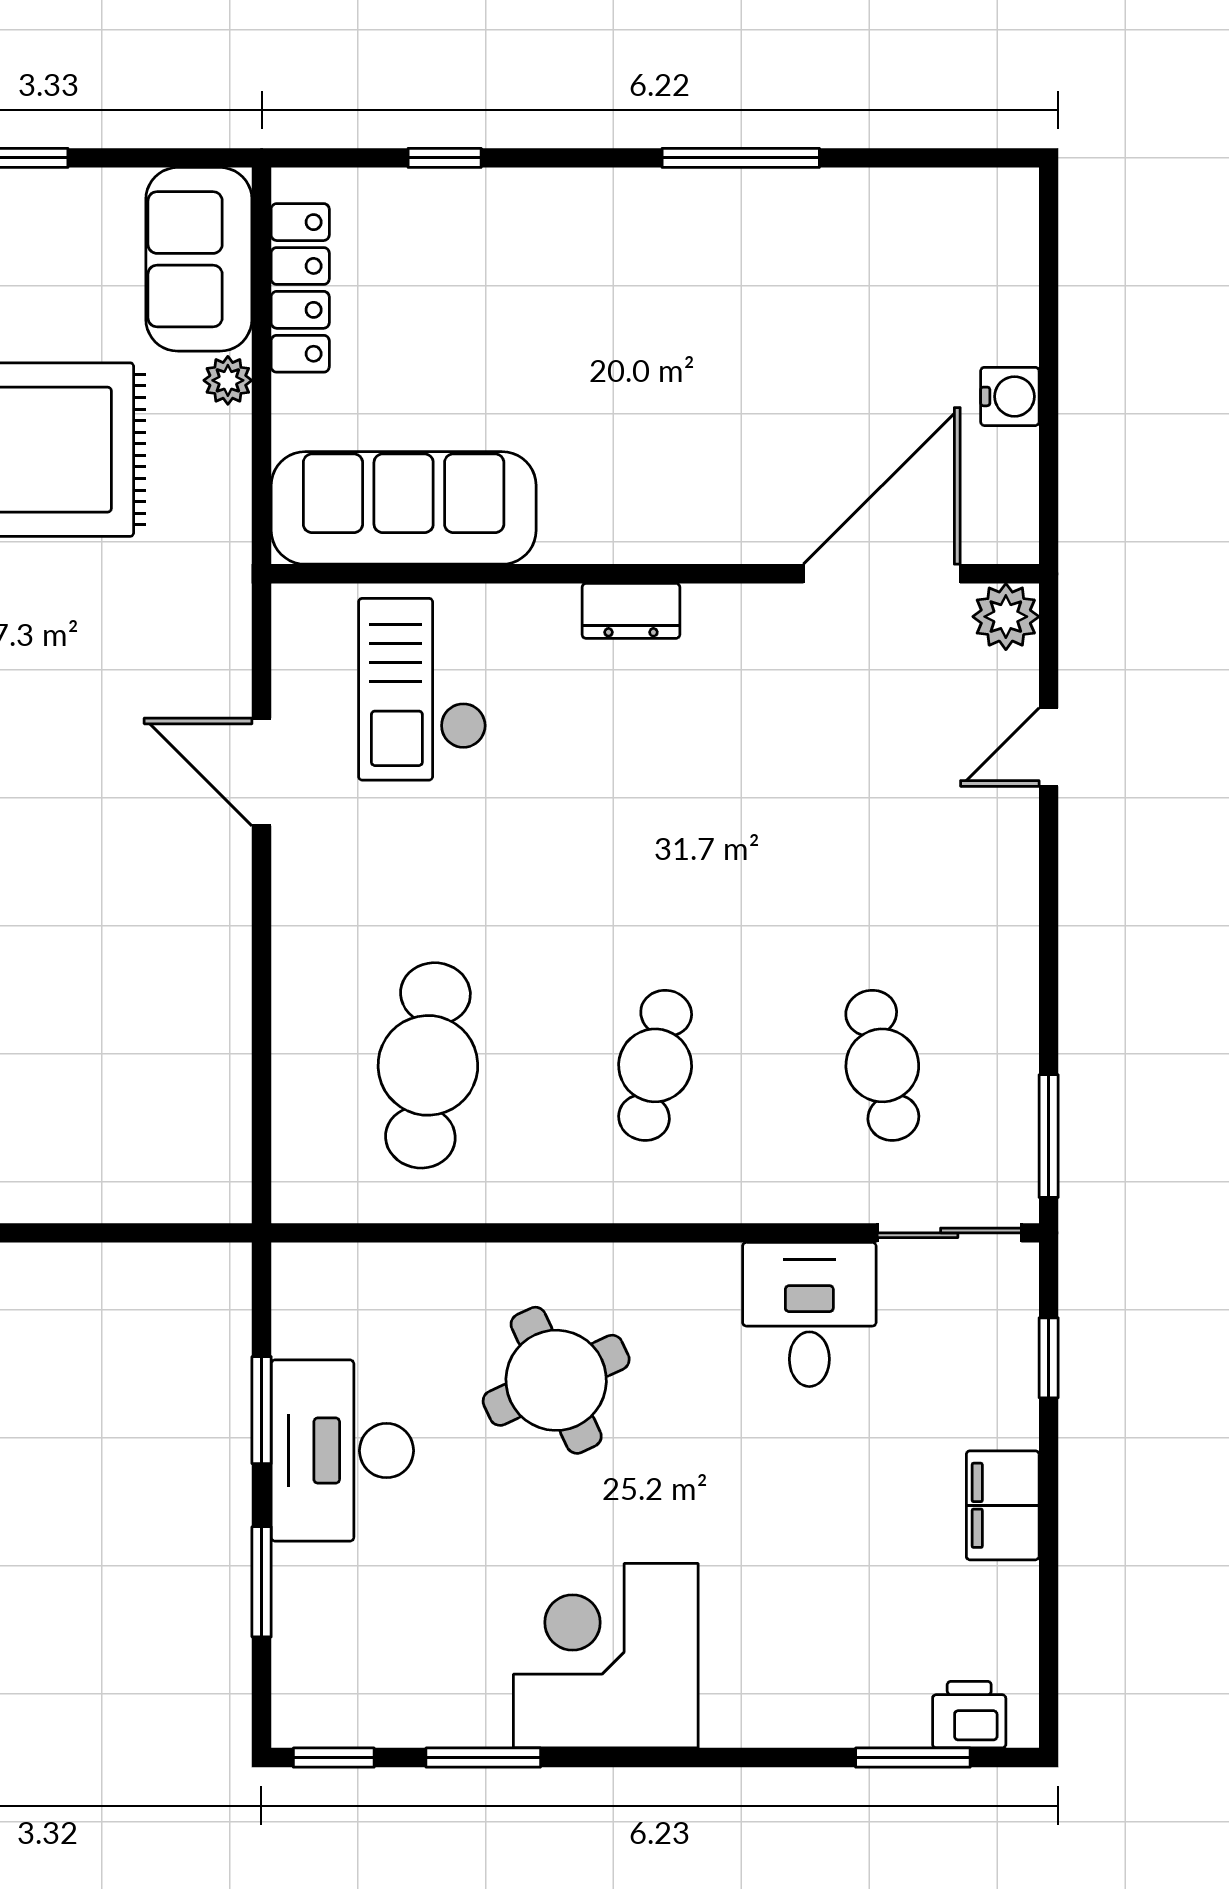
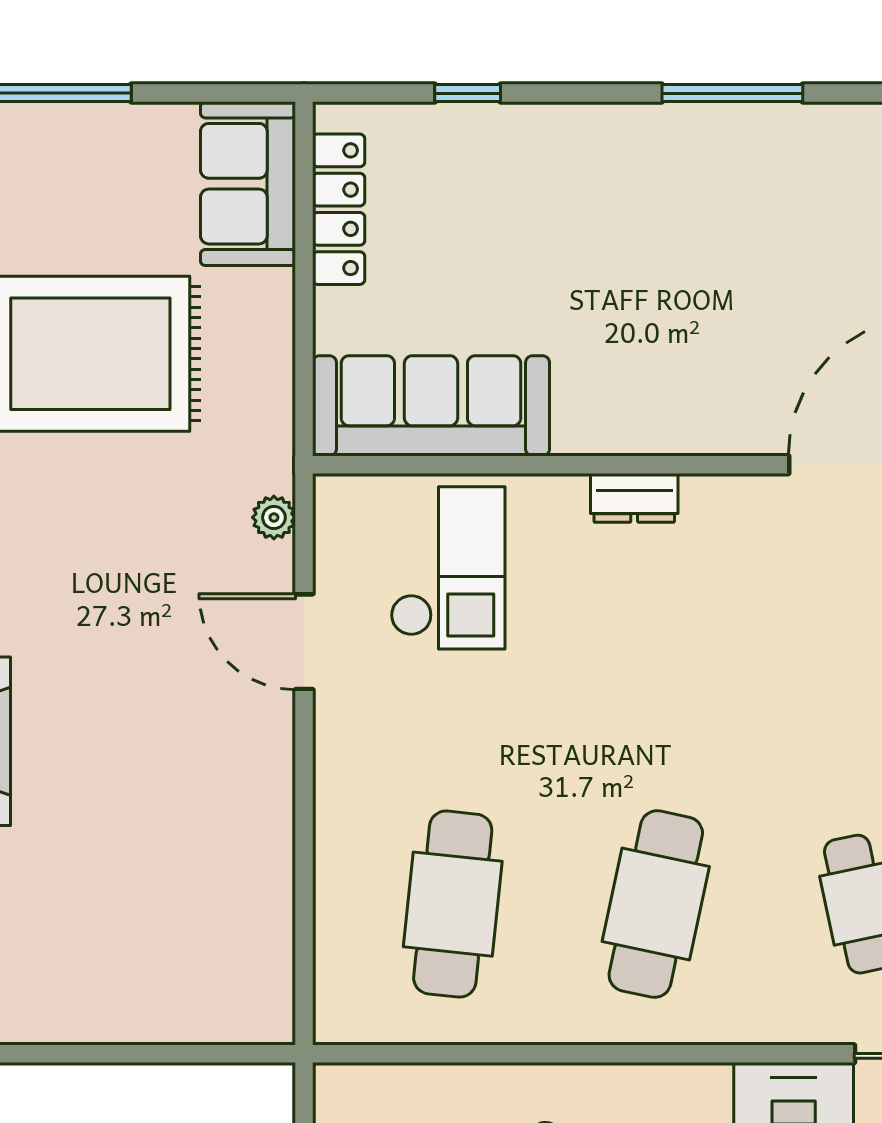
plant: (228, 380) -> (274, 517), moved
checkout: (422, 689) -> (448, 568), turned 180
cafe table: (655, 1065) -> (656, 904), width x1.37, depth x1.35

